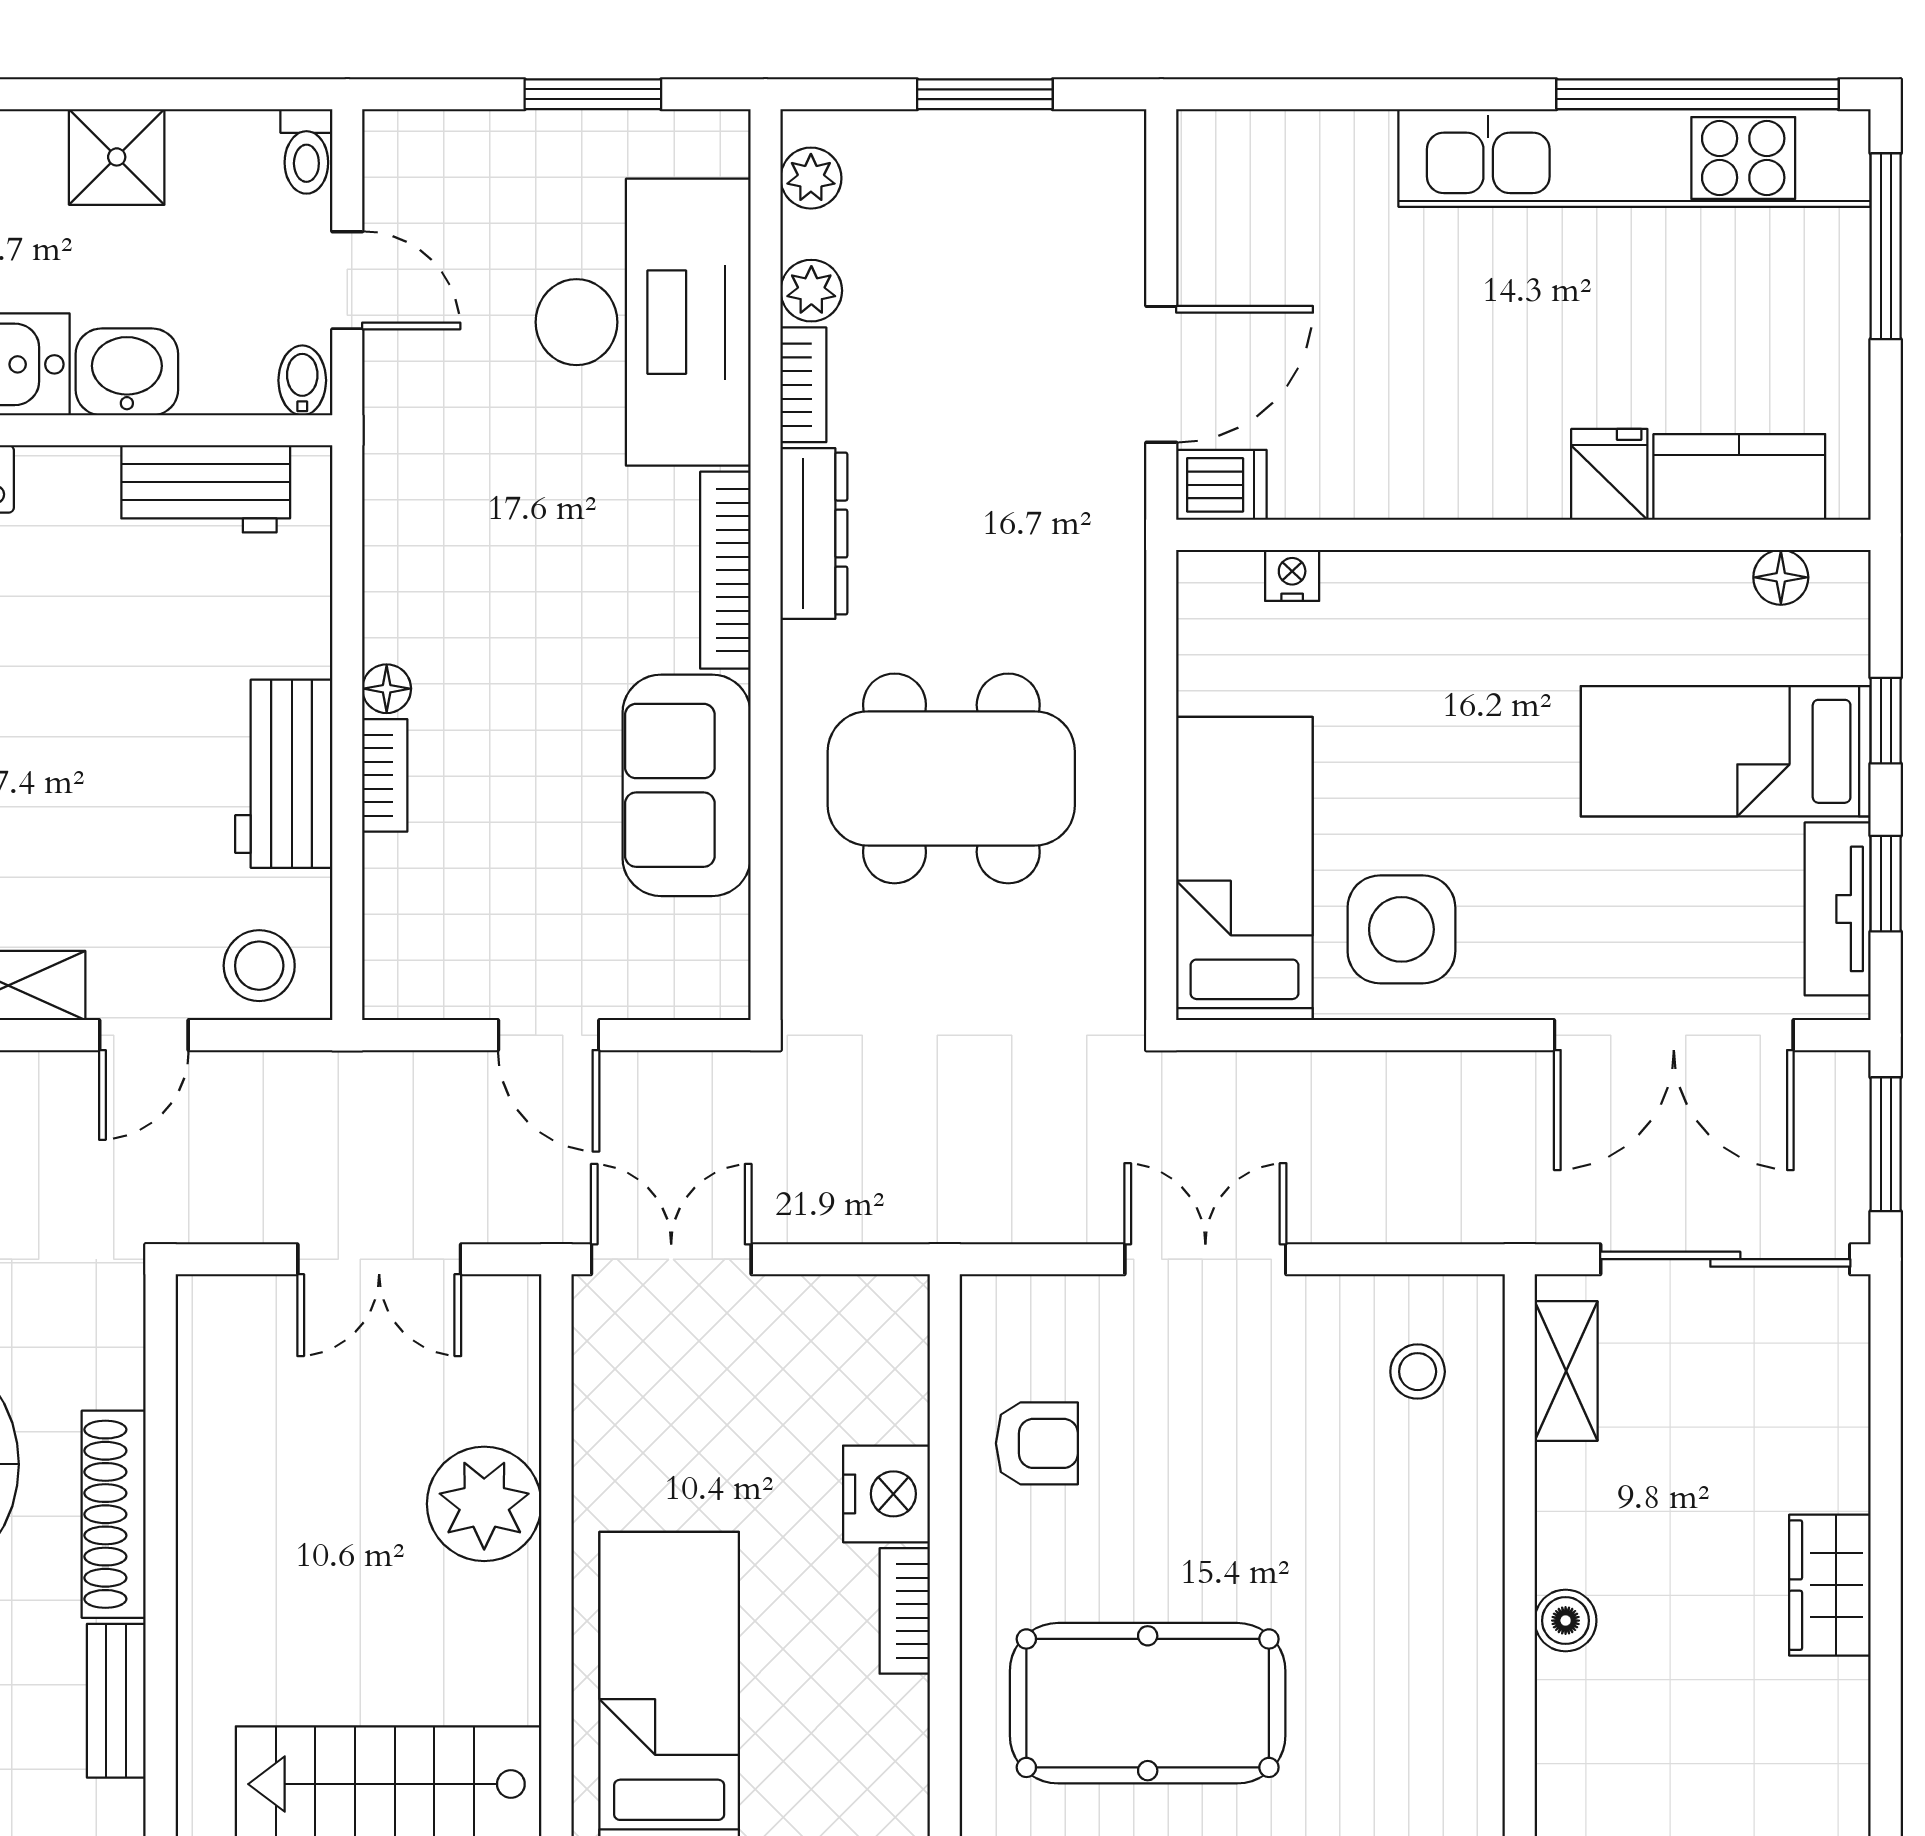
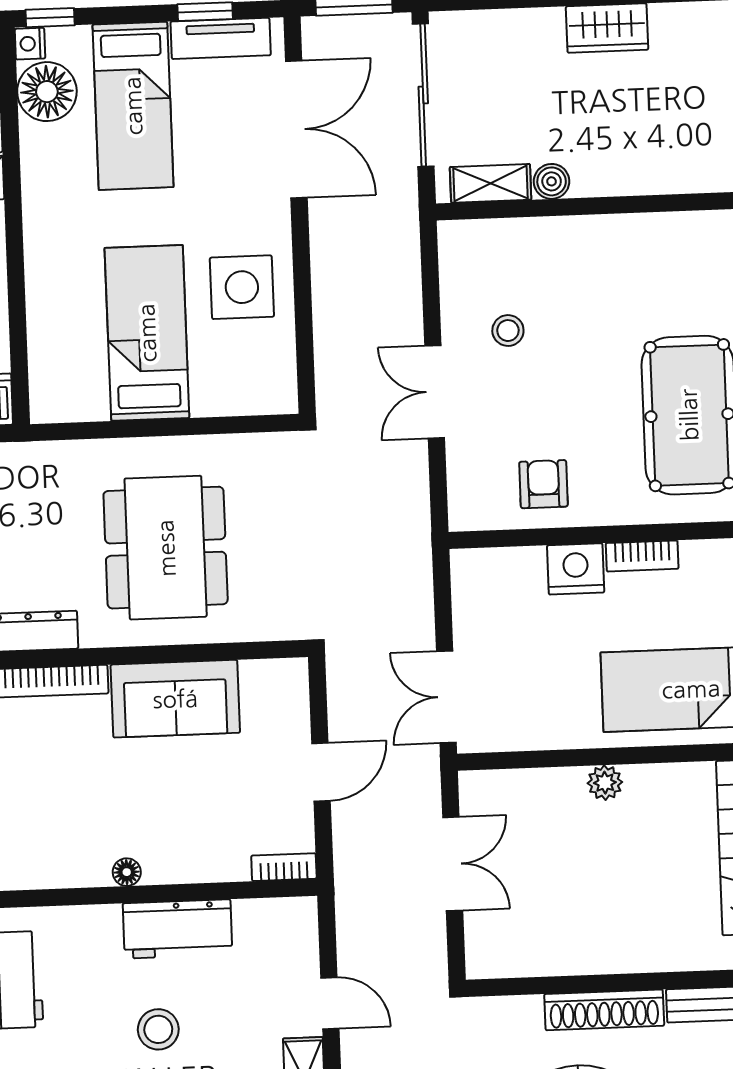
nightstand: (1292, 575) -> (30, 44), moved
floor lamp: (1781, 577) -> (47, 92), width x1.89, depth x1.89
window: (1886, 721) -> (50, 18), moved
bookcase: (385, 775) -> (284, 867), moved
bed: (1244, 869) -> (147, 333), moved, turned 90
stool: (259, 966) -> (158, 1029), moved
stool: (1418, 1372) -> (508, 331), moved
plant: (484, 1504) -> (605, 783), width x0.53, depth x0.53
boiler: (1566, 1621) -> (552, 181), moved

